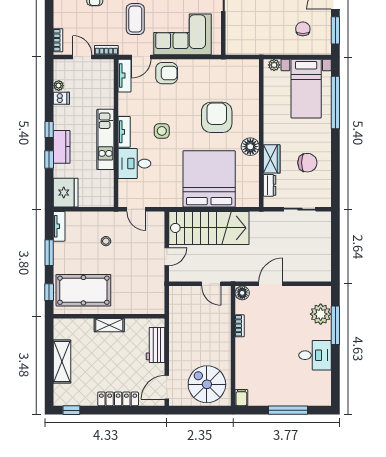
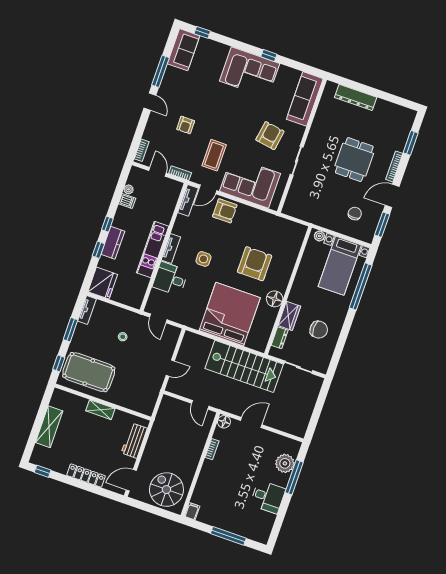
stairs: (209, 228) -> (244, 366), moved

